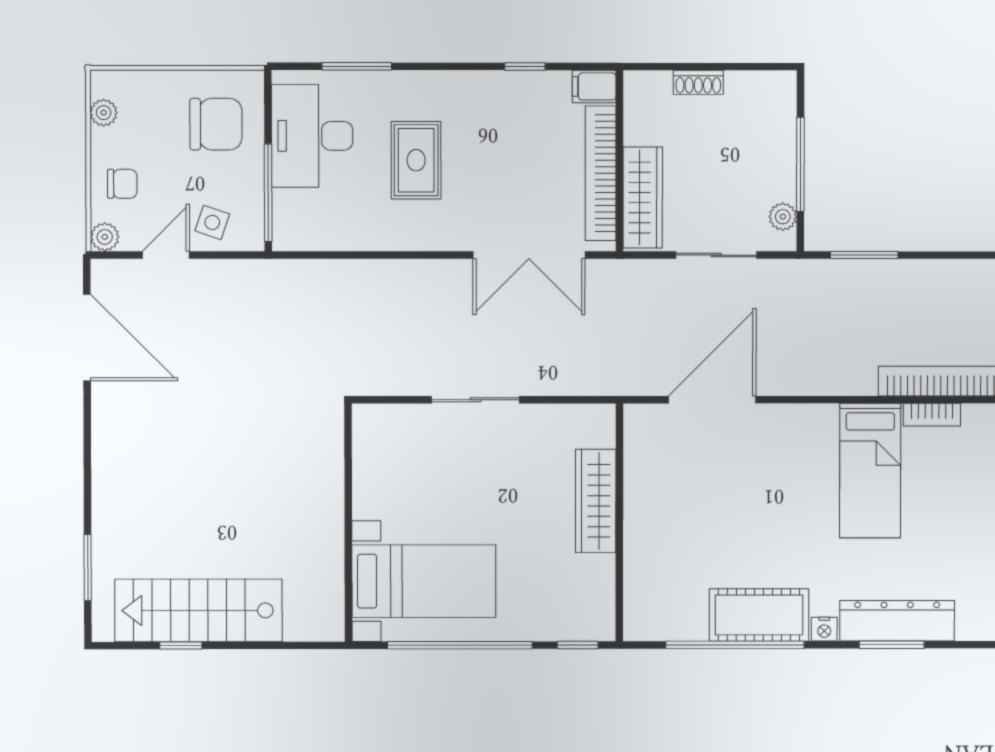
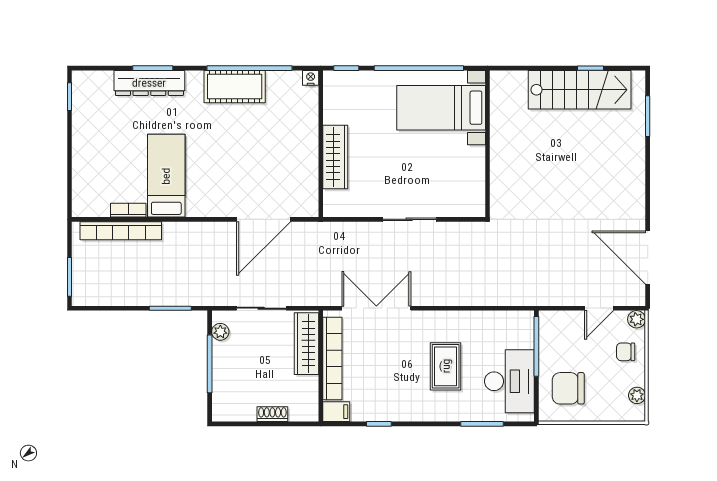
side table: (212, 222) -> (571, 328), removed
nightstand: (824, 629) -> (311, 78), moved

